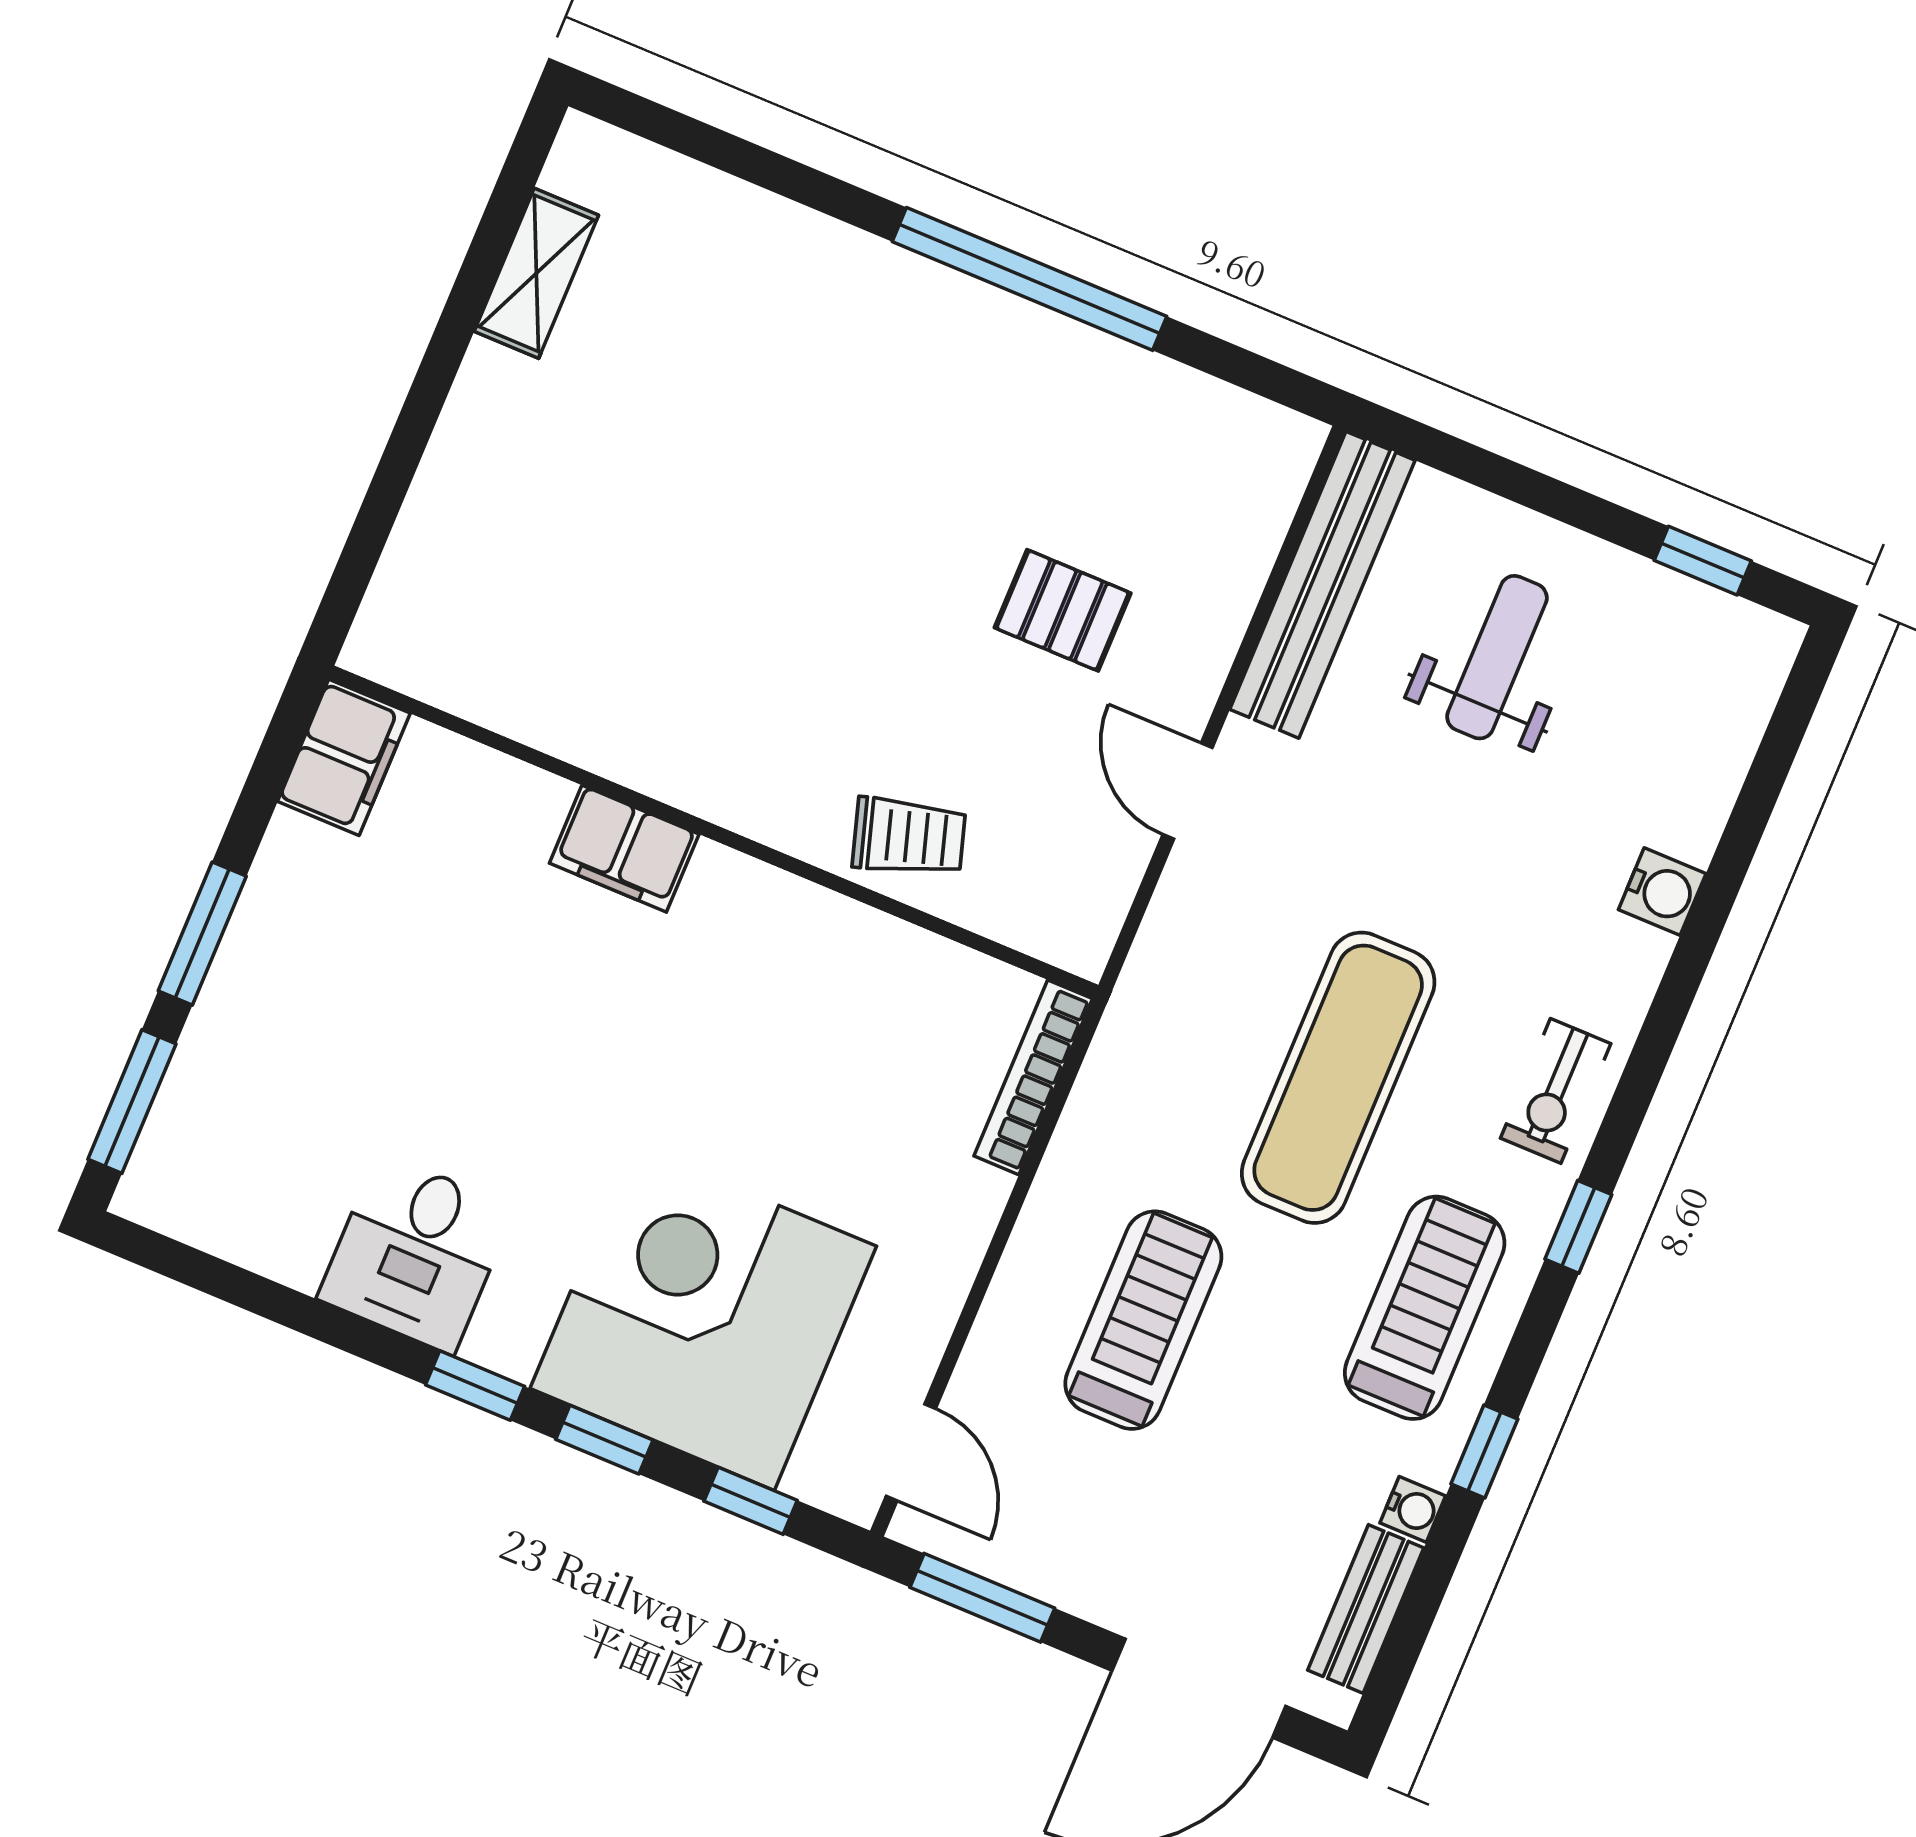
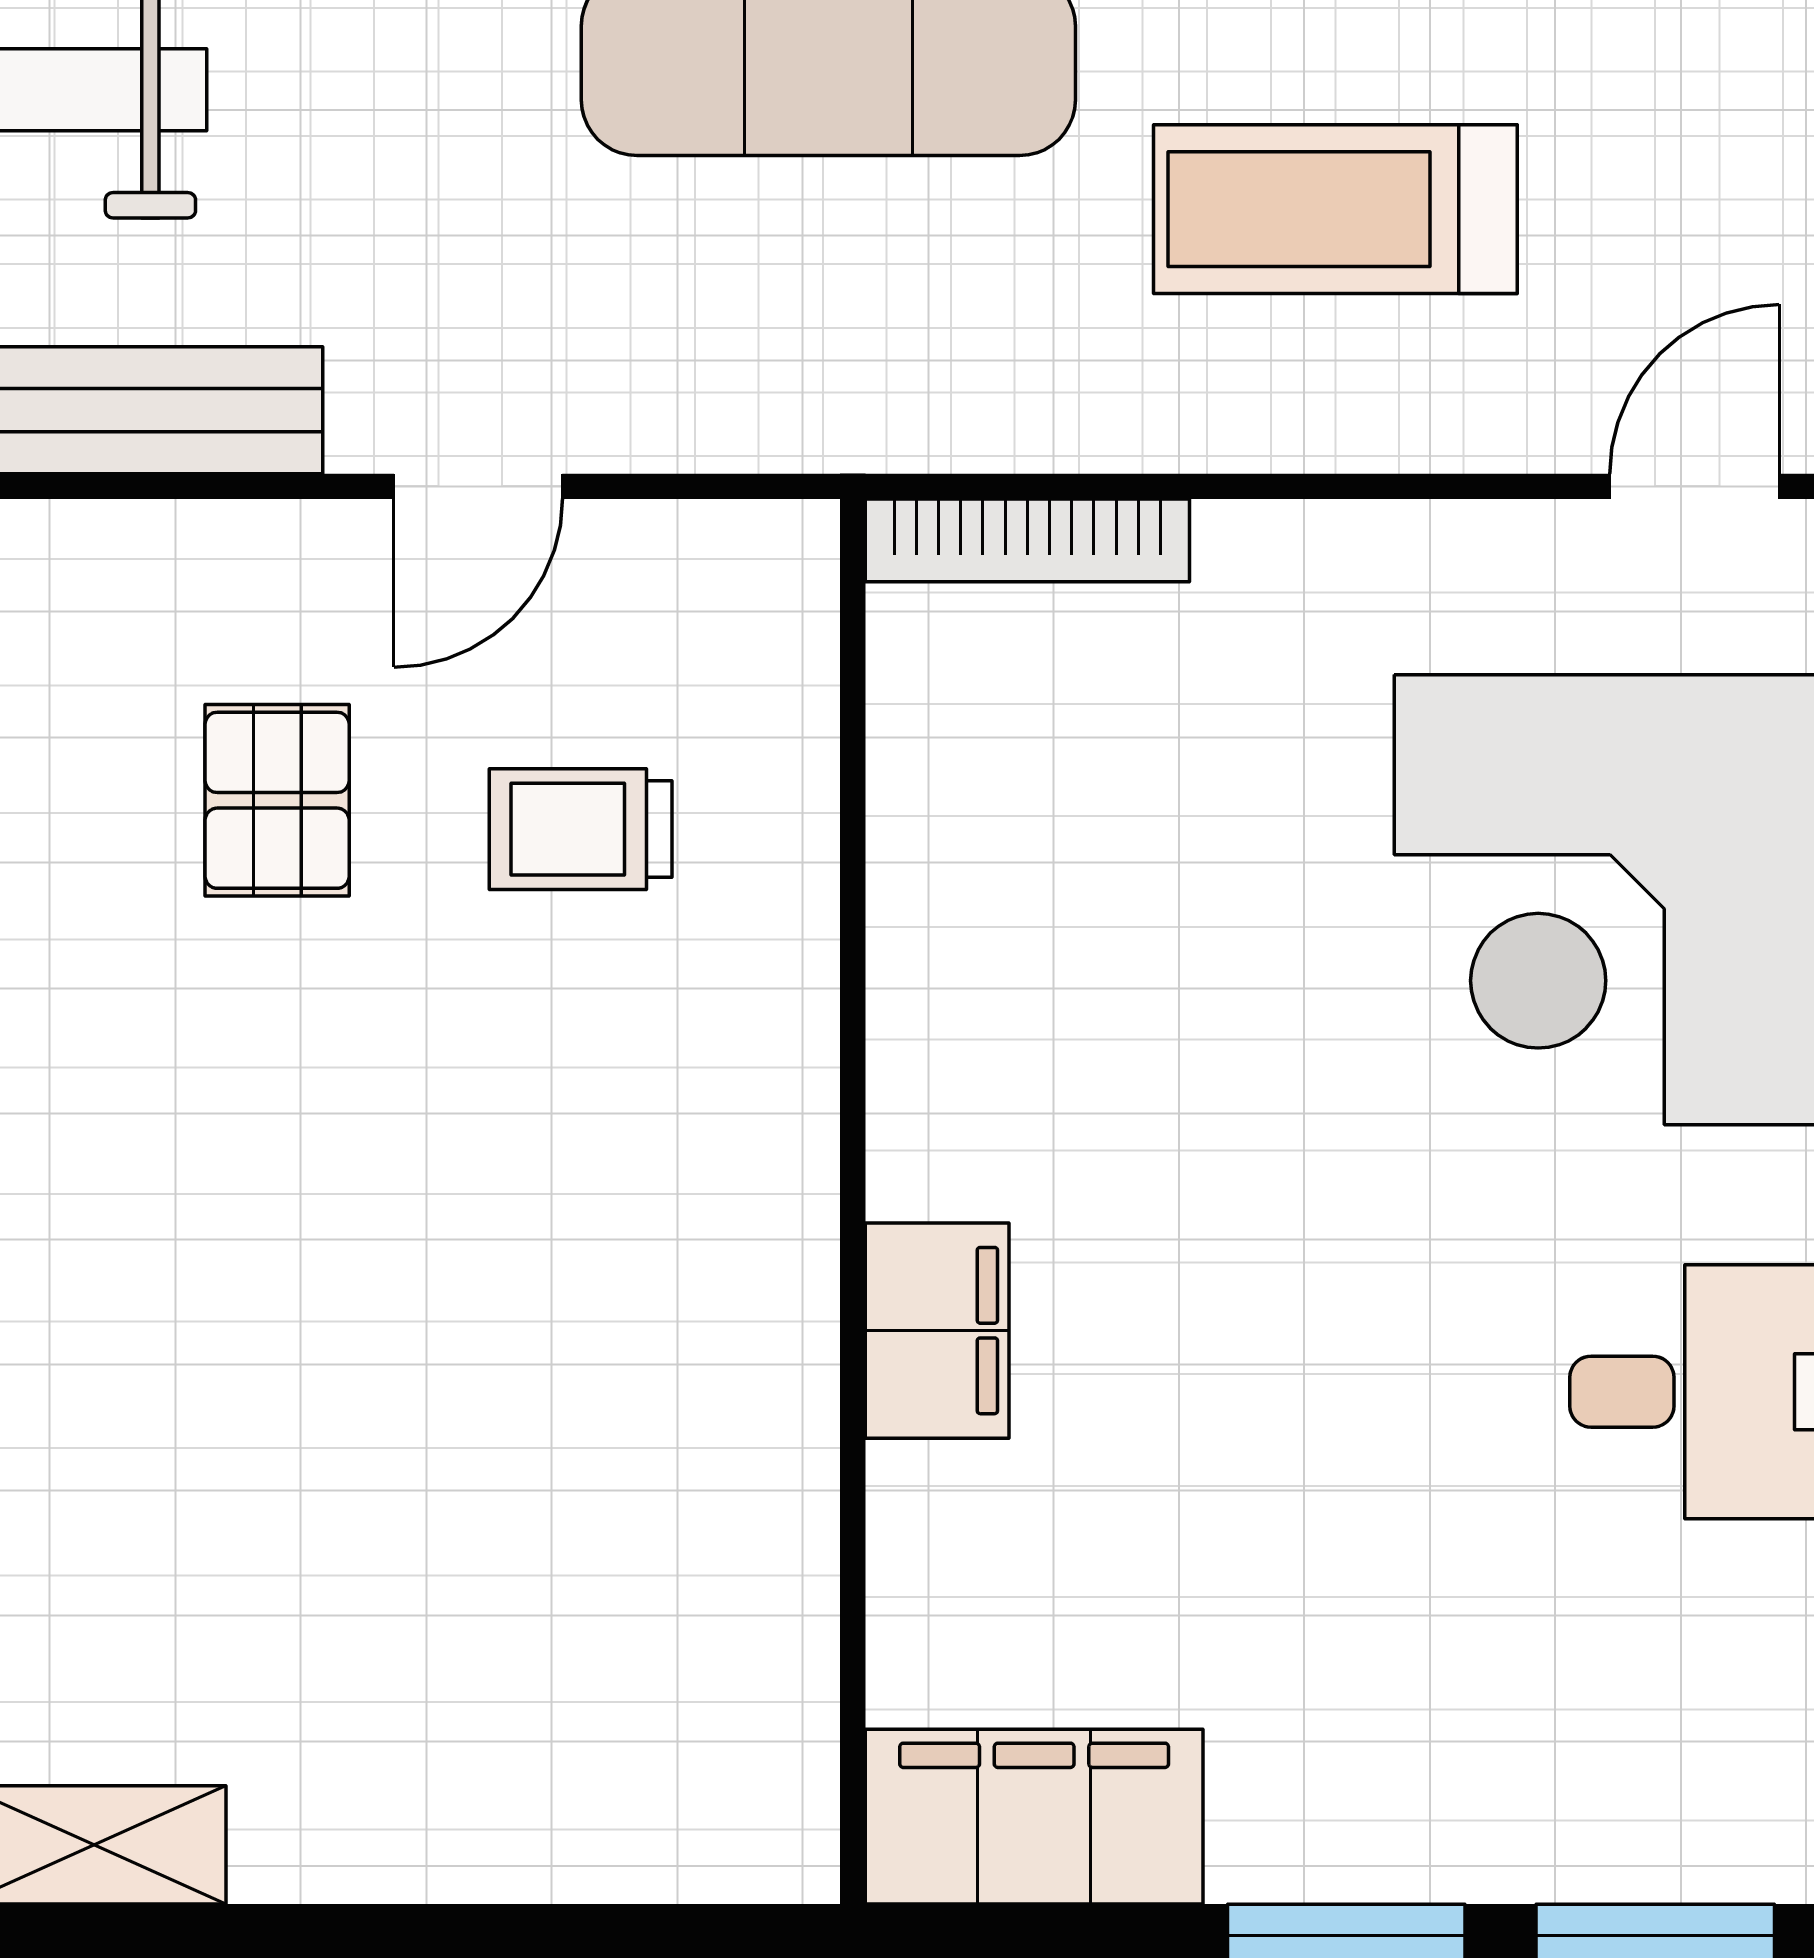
filing cabinet: (344, 757) -> (1034, 1817), width x1.50, depth x1.17
trolley: (909, 837) -> (581, 829), moved, turned -73

